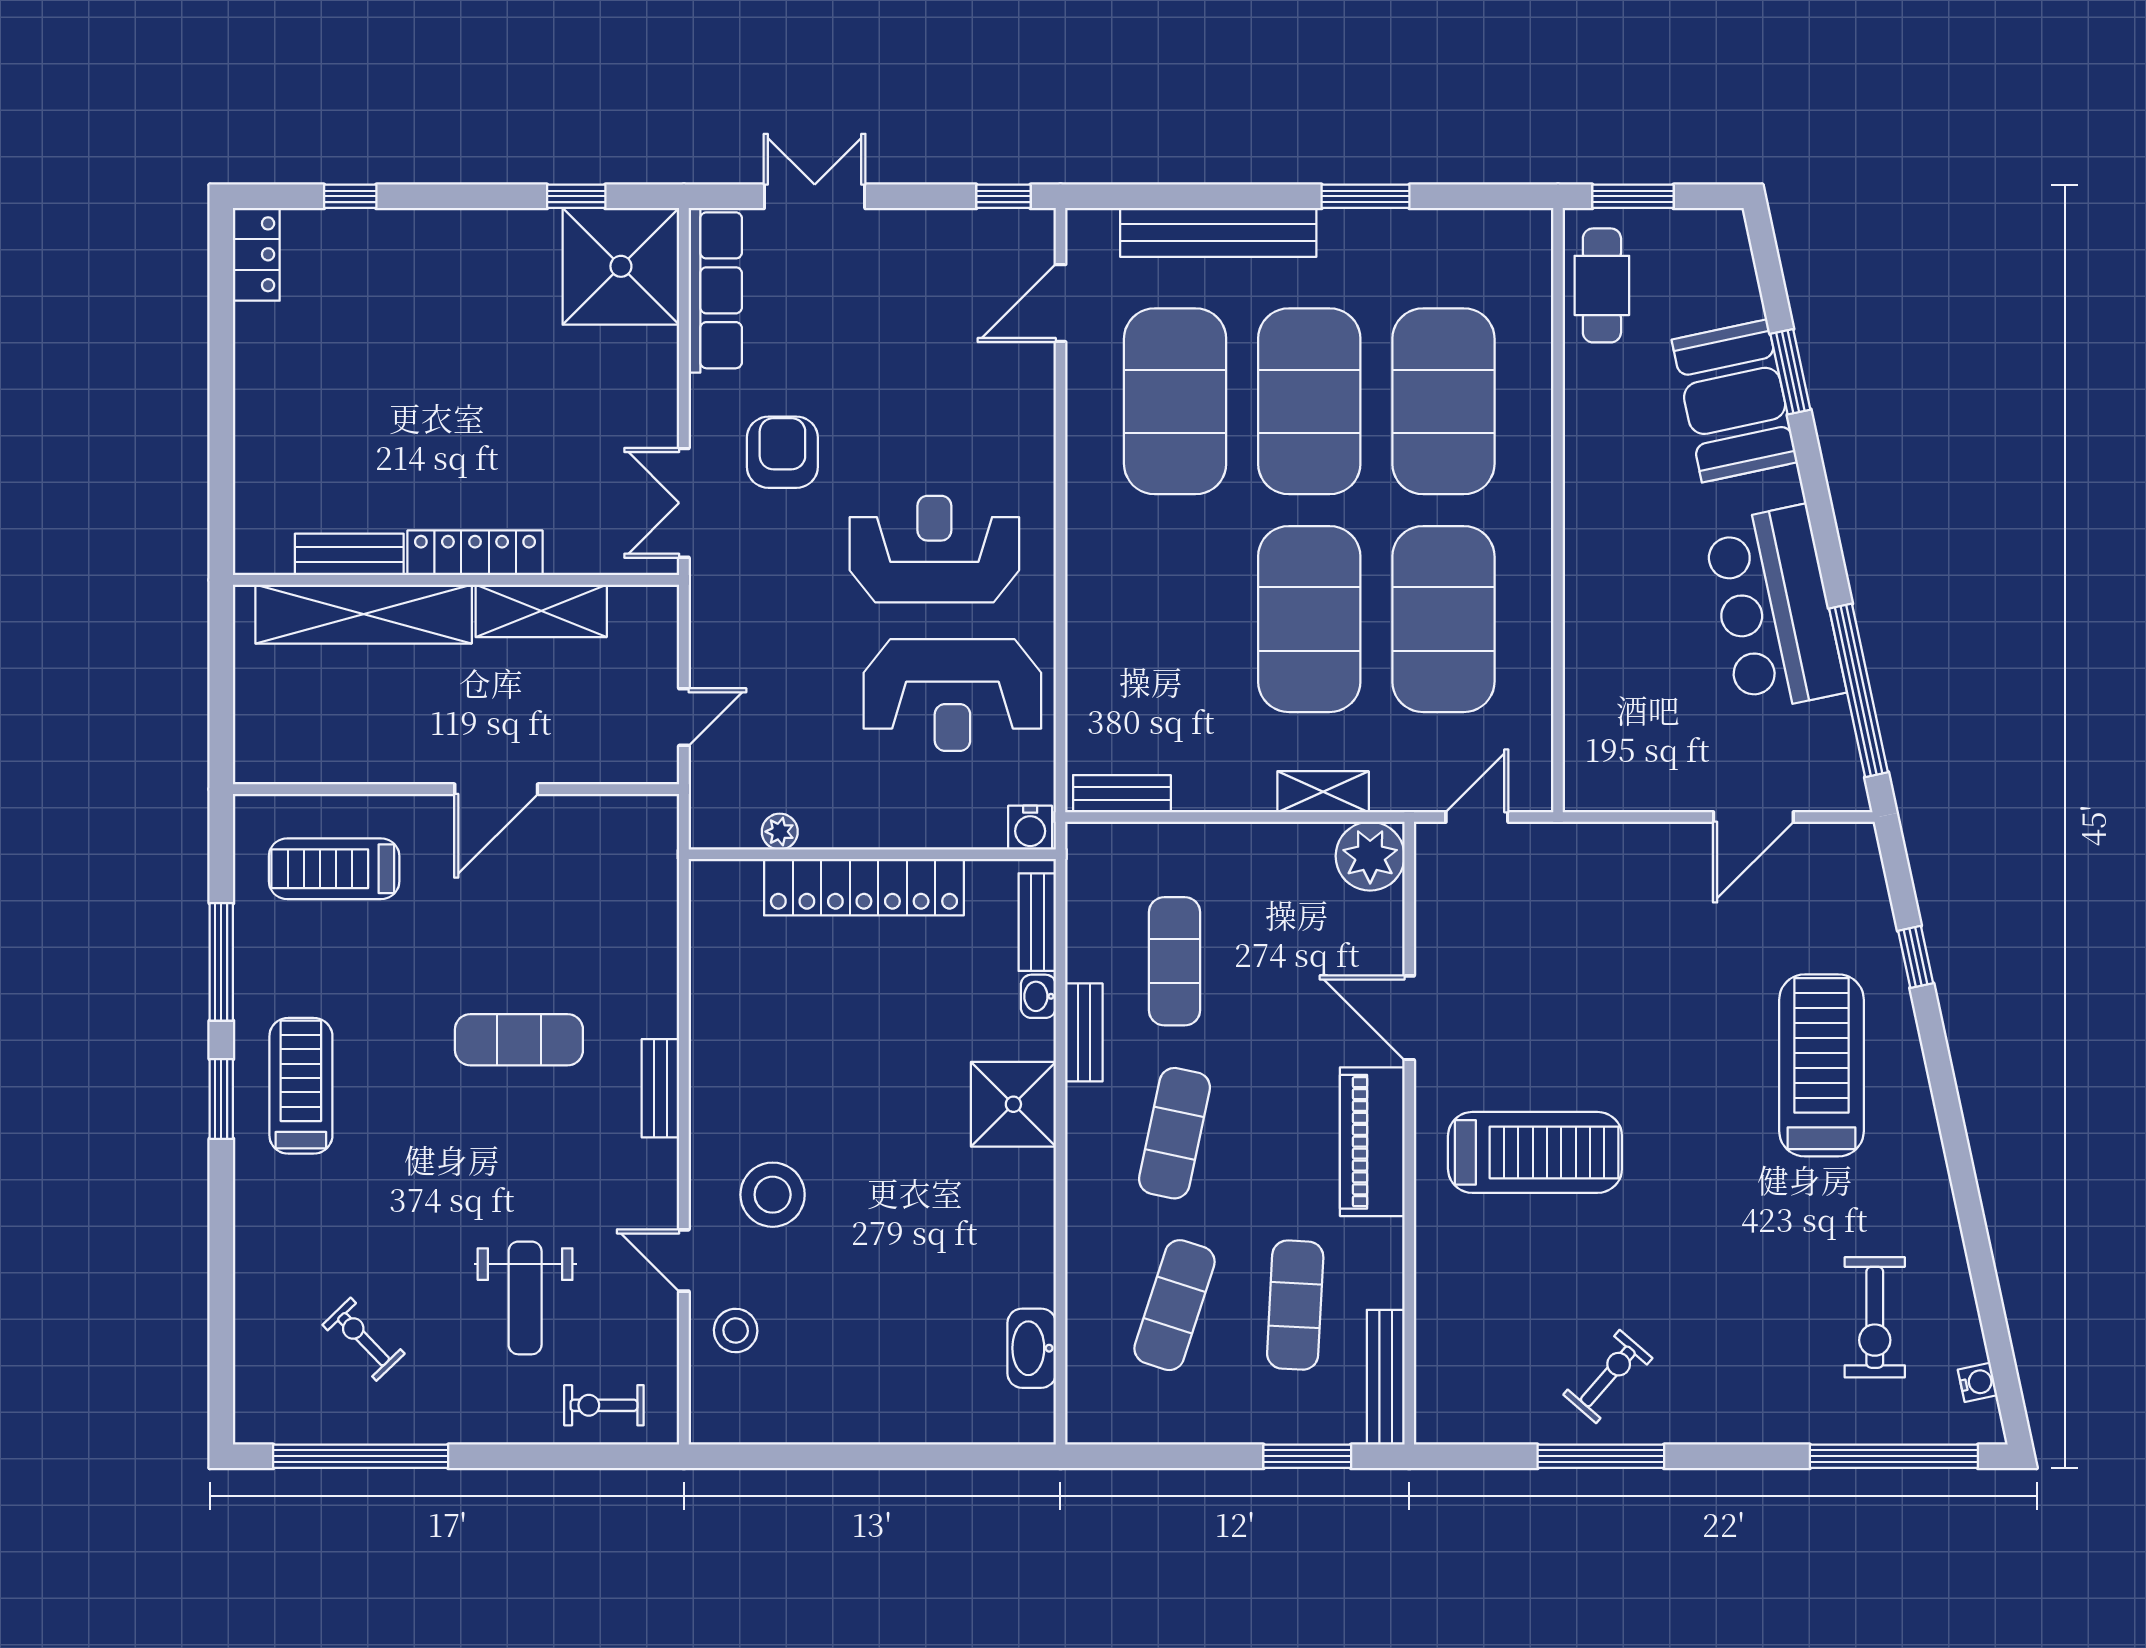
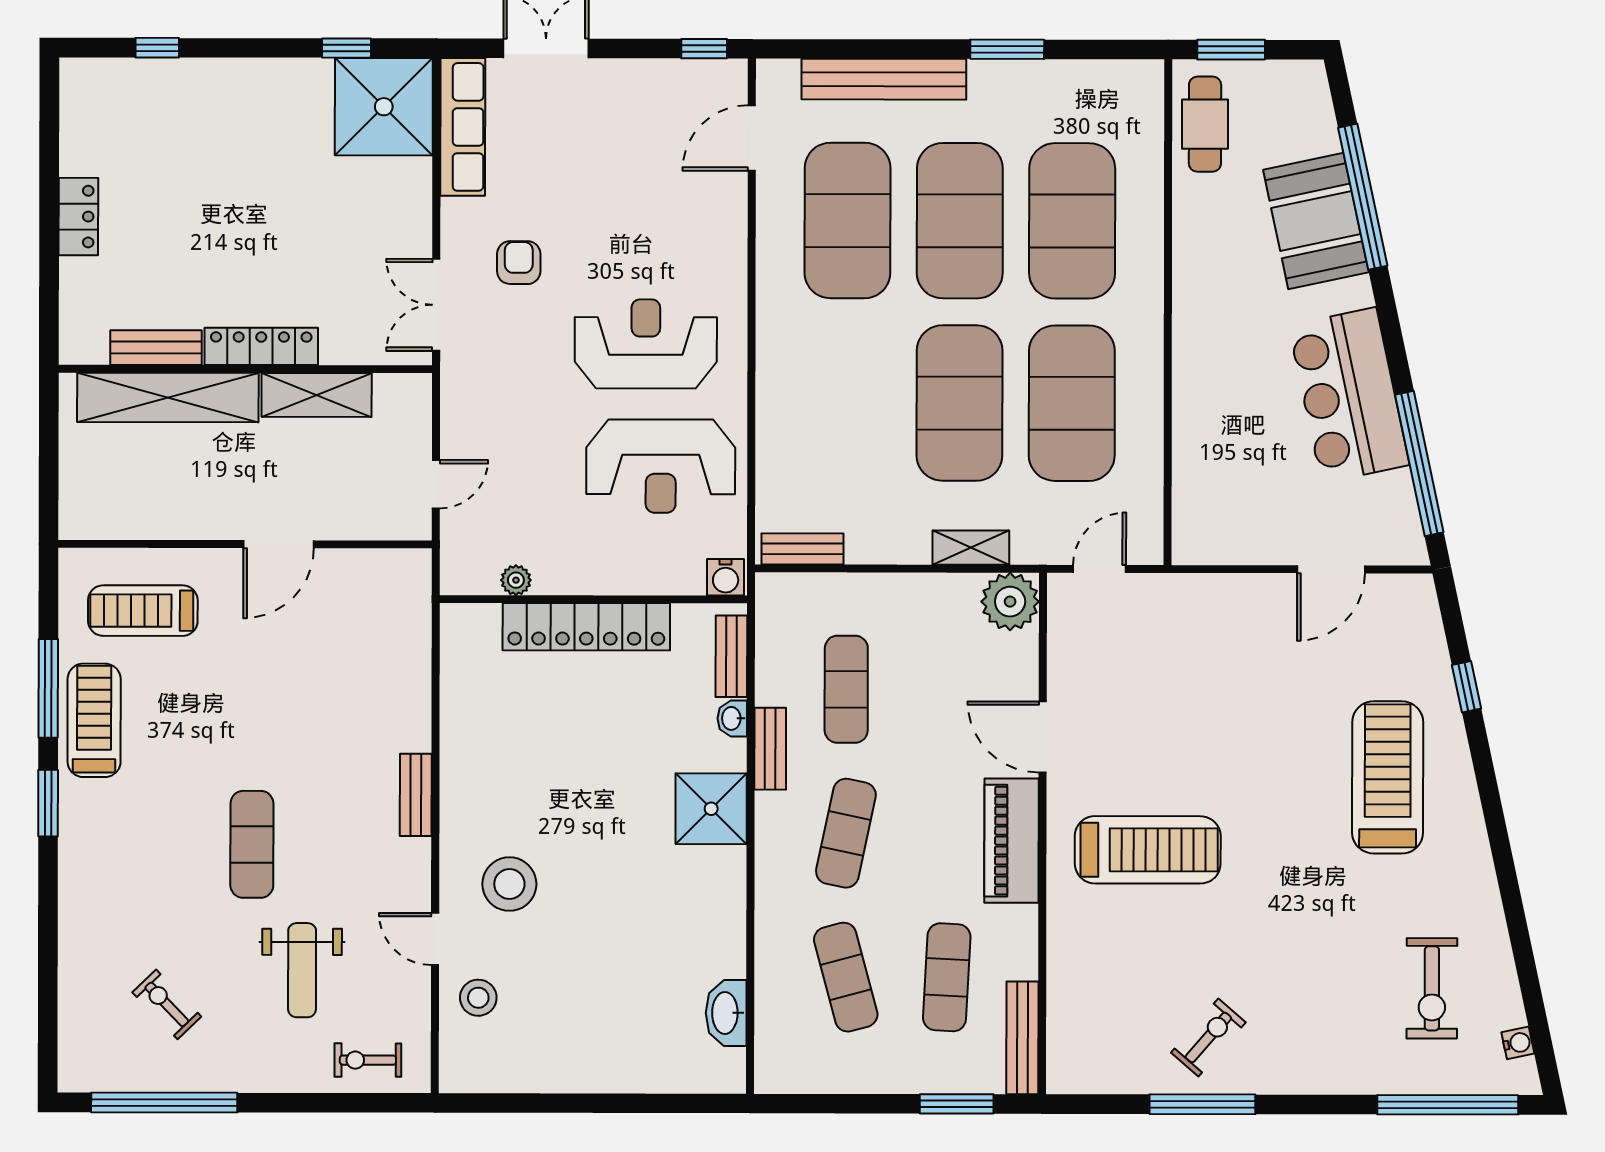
locker: (256, 254) -> (78, 217), moved
window: (1790, 372) -> (1363, 197), width x2.11
armchair: (782, 452) -> (519, 263), width x0.72, depth x0.72
exercise mat: (519, 1040) -> (252, 844), moved, turned 90
treadmill: (301, 1086) -> (94, 720), moved
exercise mat: (1175, 1305) -> (846, 977), turned -33

